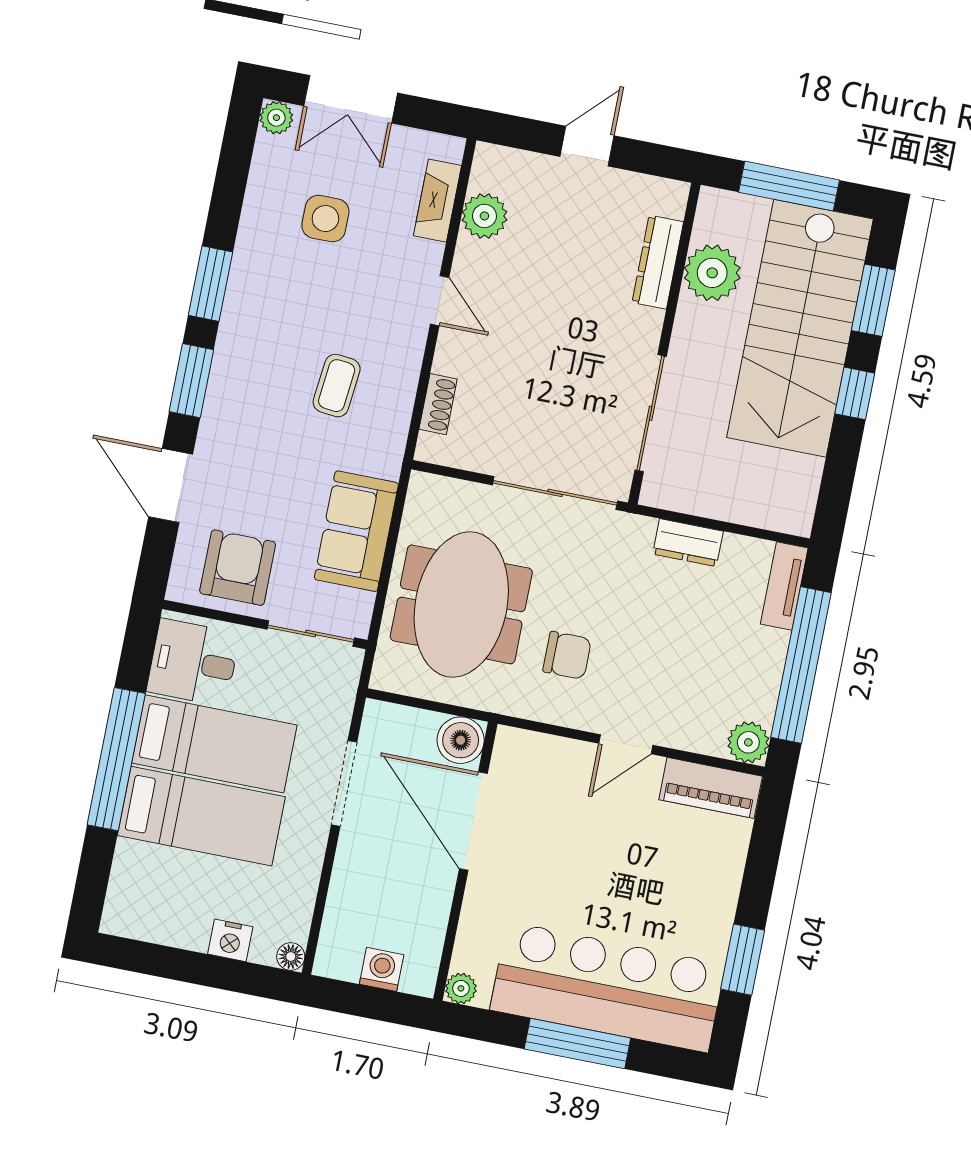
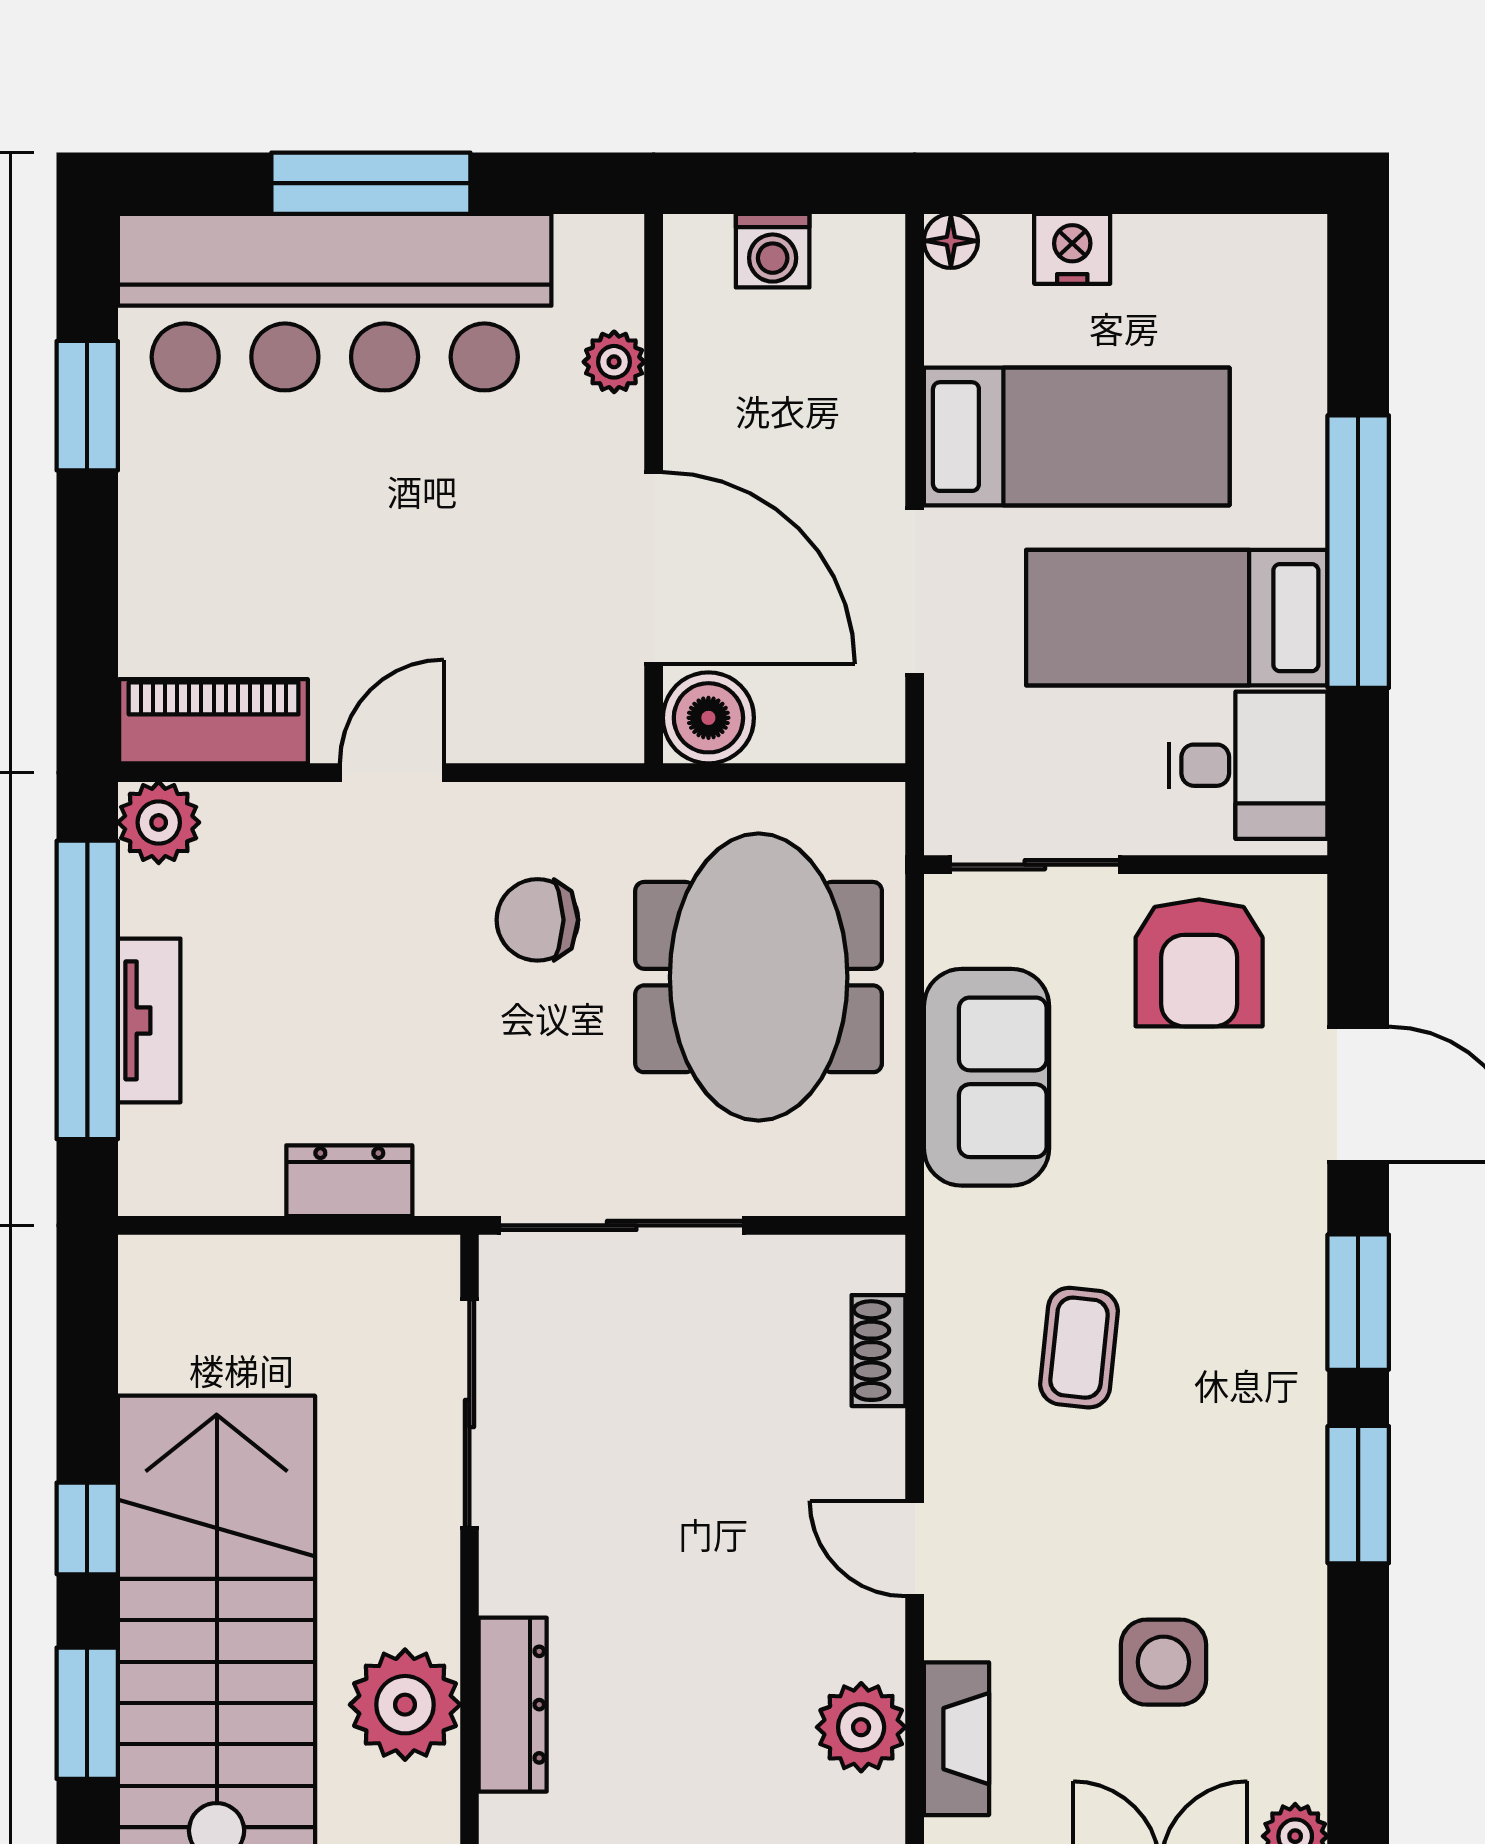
tv unit: (784, 586) -> (149, 1020), moved
bed: (201, 816) -> (1077, 437), moved, turned 180
plant: (461, 988) -> (614, 362), moved

